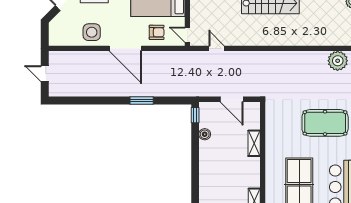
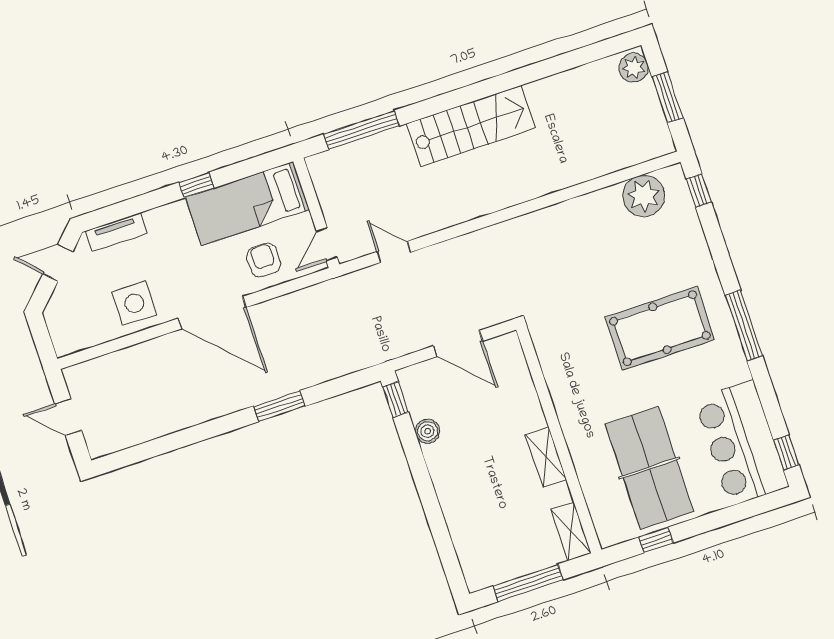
armchair: (157, 32) -> (264, 260), turned -90
door: (187, 35) -> (327, 244), hinge flipped
shelving: (254, 143) -> (546, 457), moved

